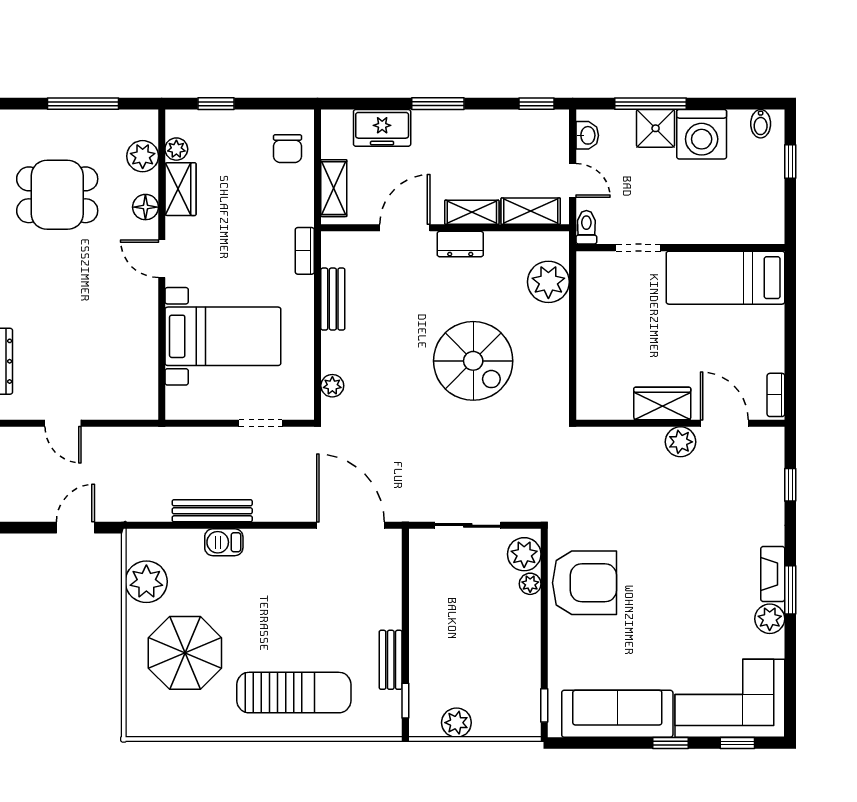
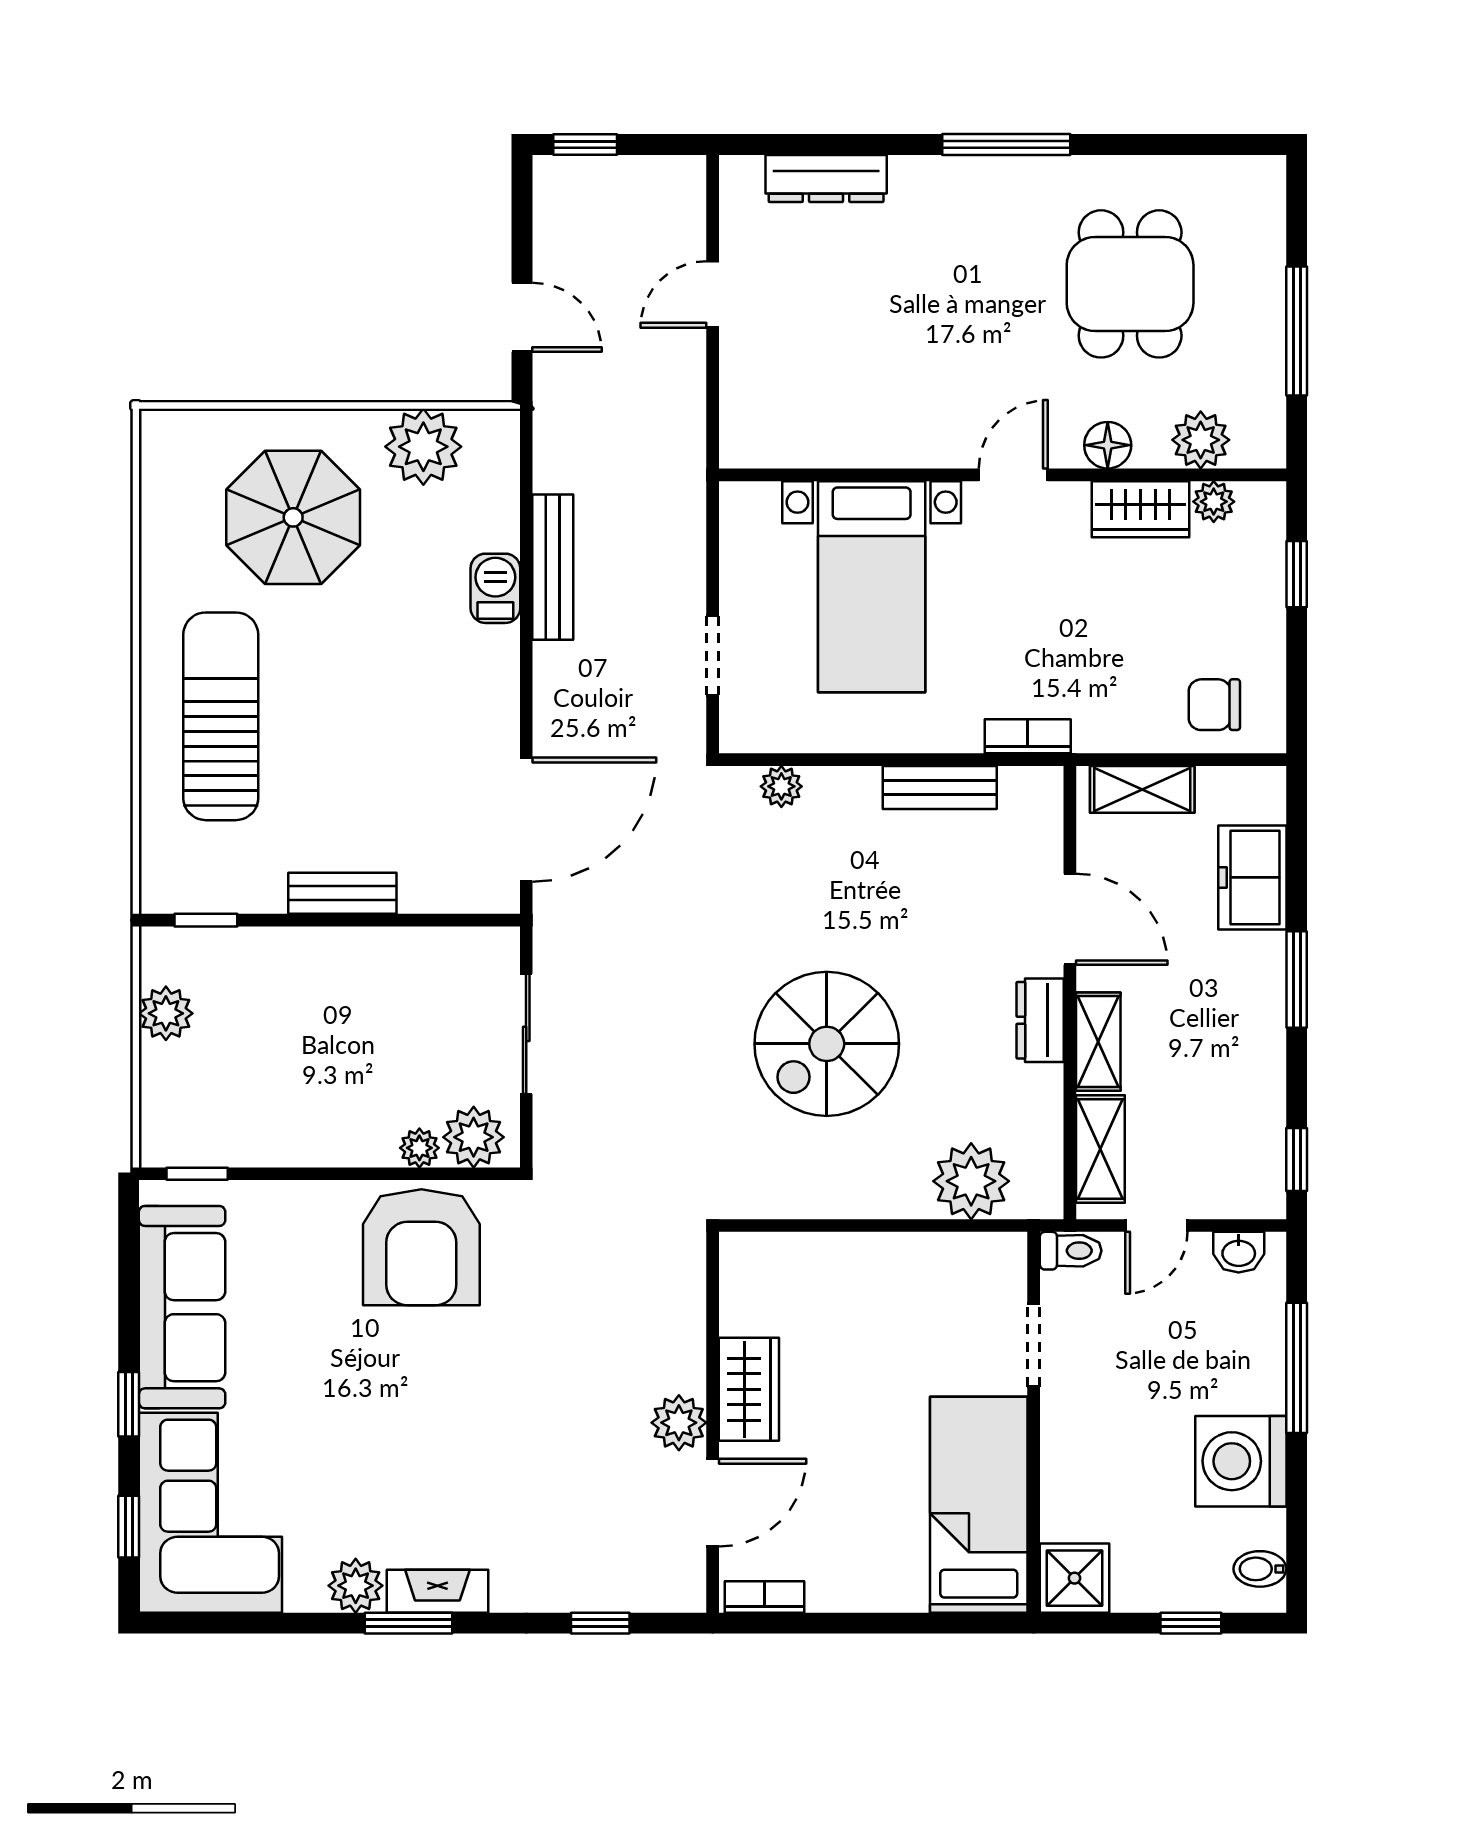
shower: (656, 128) -> (1074, 1578), moved
bench: (391, 660) -> (342, 893), moved
sun lounger: (294, 693) -> (221, 716), turned 180

